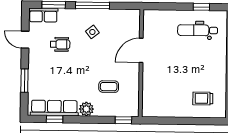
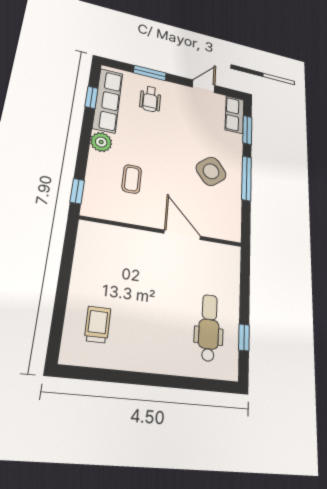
side table: (92, 32) -> (211, 171), width x1.87, depth x1.87
wheelchair: (60, 44) -> (150, 99), moved

